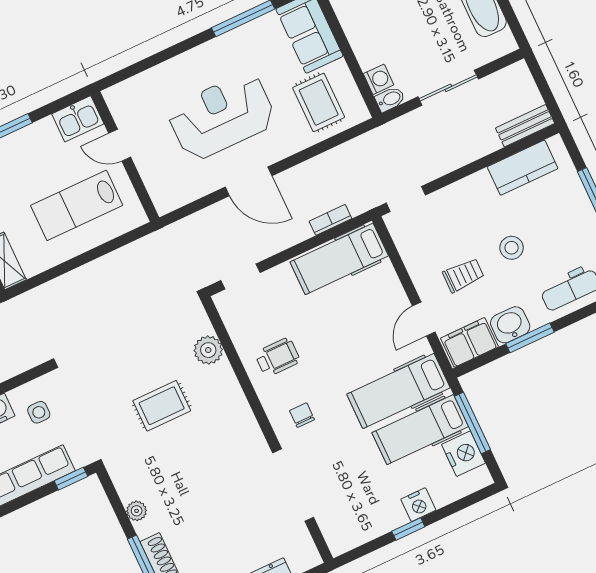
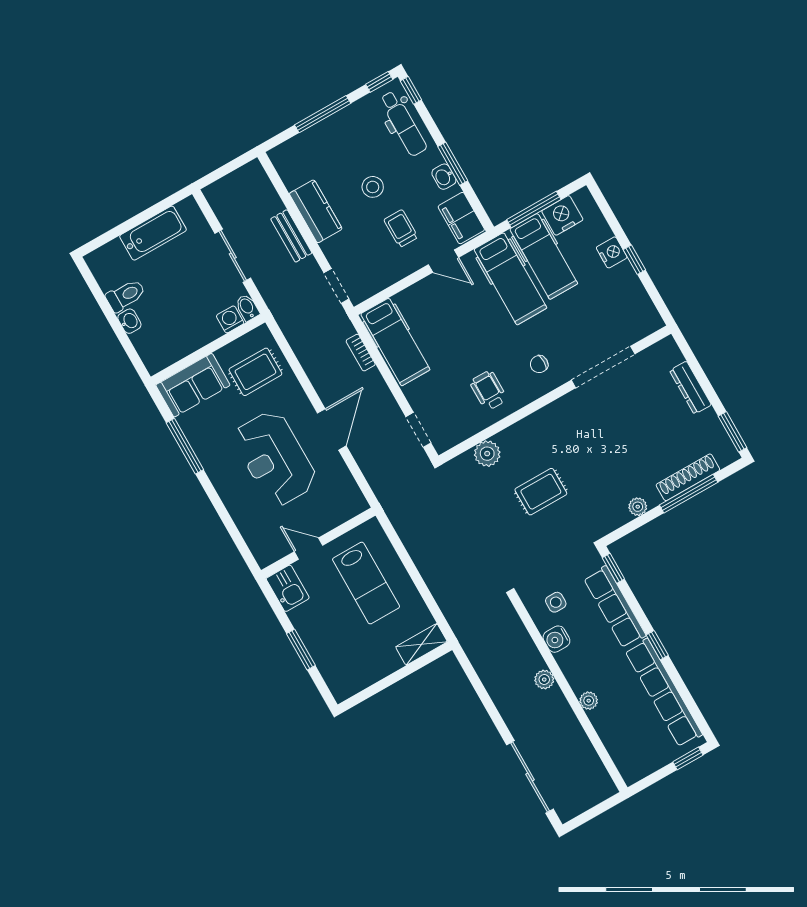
bench: (525, 126) -> (291, 236), moved
door: (120, 145) -> (308, 549), swing flipped
kitchen counter: (523, 168) -> (316, 211), moved
washbasin: (510, 325) -> (444, 177), width x0.72, depth x0.69
rug: (162, 406) -> (541, 492), turned 90

